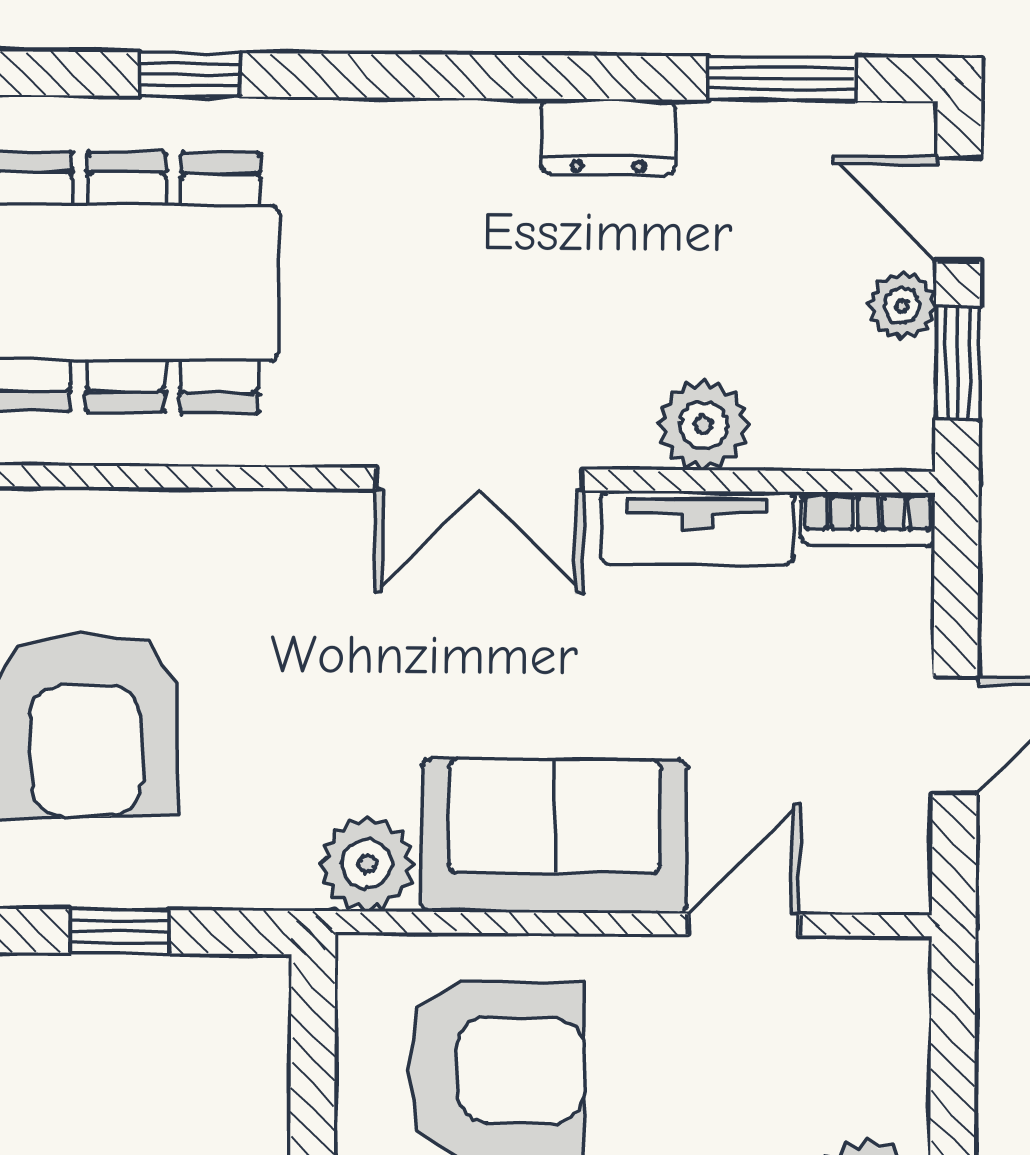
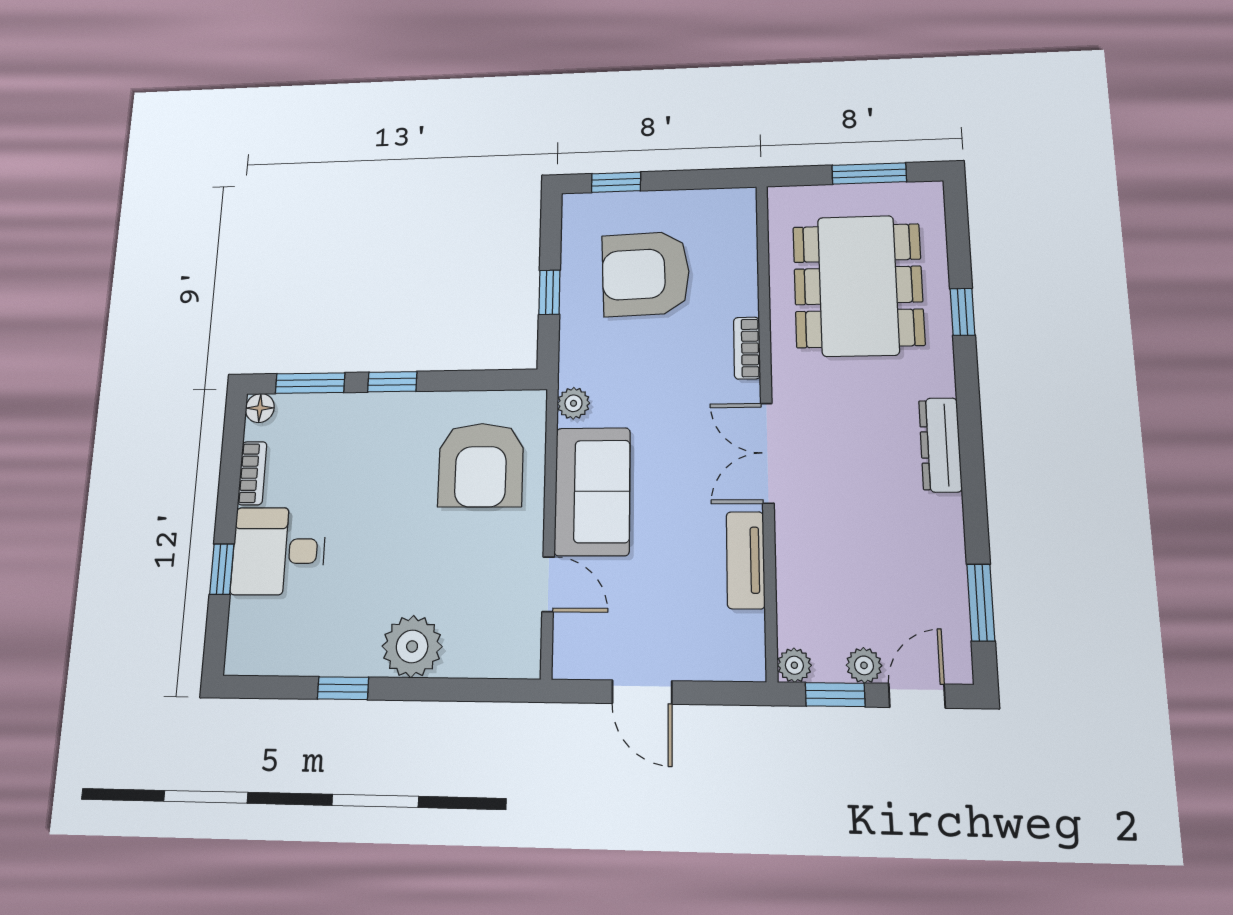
dresser: (608, 137) -> (940, 445), moved, width x1.44
plant: (703, 425) -> (794, 665), moved, width x0.73, depth x0.73
bookcase: (868, 519) -> (747, 348), moved
plant: (367, 864) -> (573, 403), width x0.73, depth x0.73

